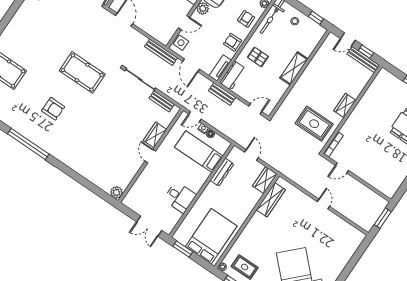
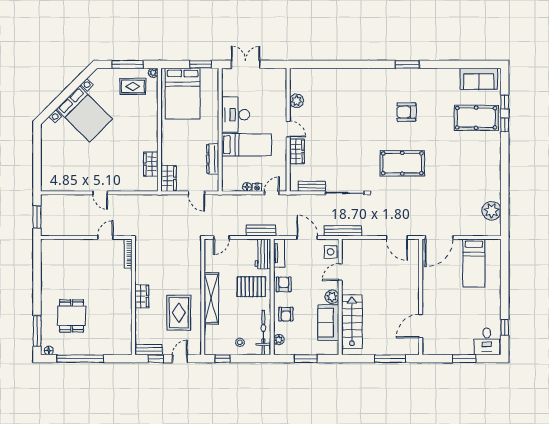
armchair: (233, 42) -> (284, 284), turned -90
pallet: (258, 57) -> (251, 287), width x1.50, depth x1.42
bench: (363, 60) -> (148, 350), width x0.73
shelving: (294, 68) -> (211, 299), width x1.47
rug: (314, 124) -> (179, 313), moved, turned 90
window: (28, 144) -> (407, 64), width x0.47
bed: (199, 152) -> (247, 145), moved
plant: (116, 192) -> (297, 101), moved
desk: (180, 197) -> (236, 115), width x1.37
wardrobe: (271, 200) -> (151, 164), width x0.67

